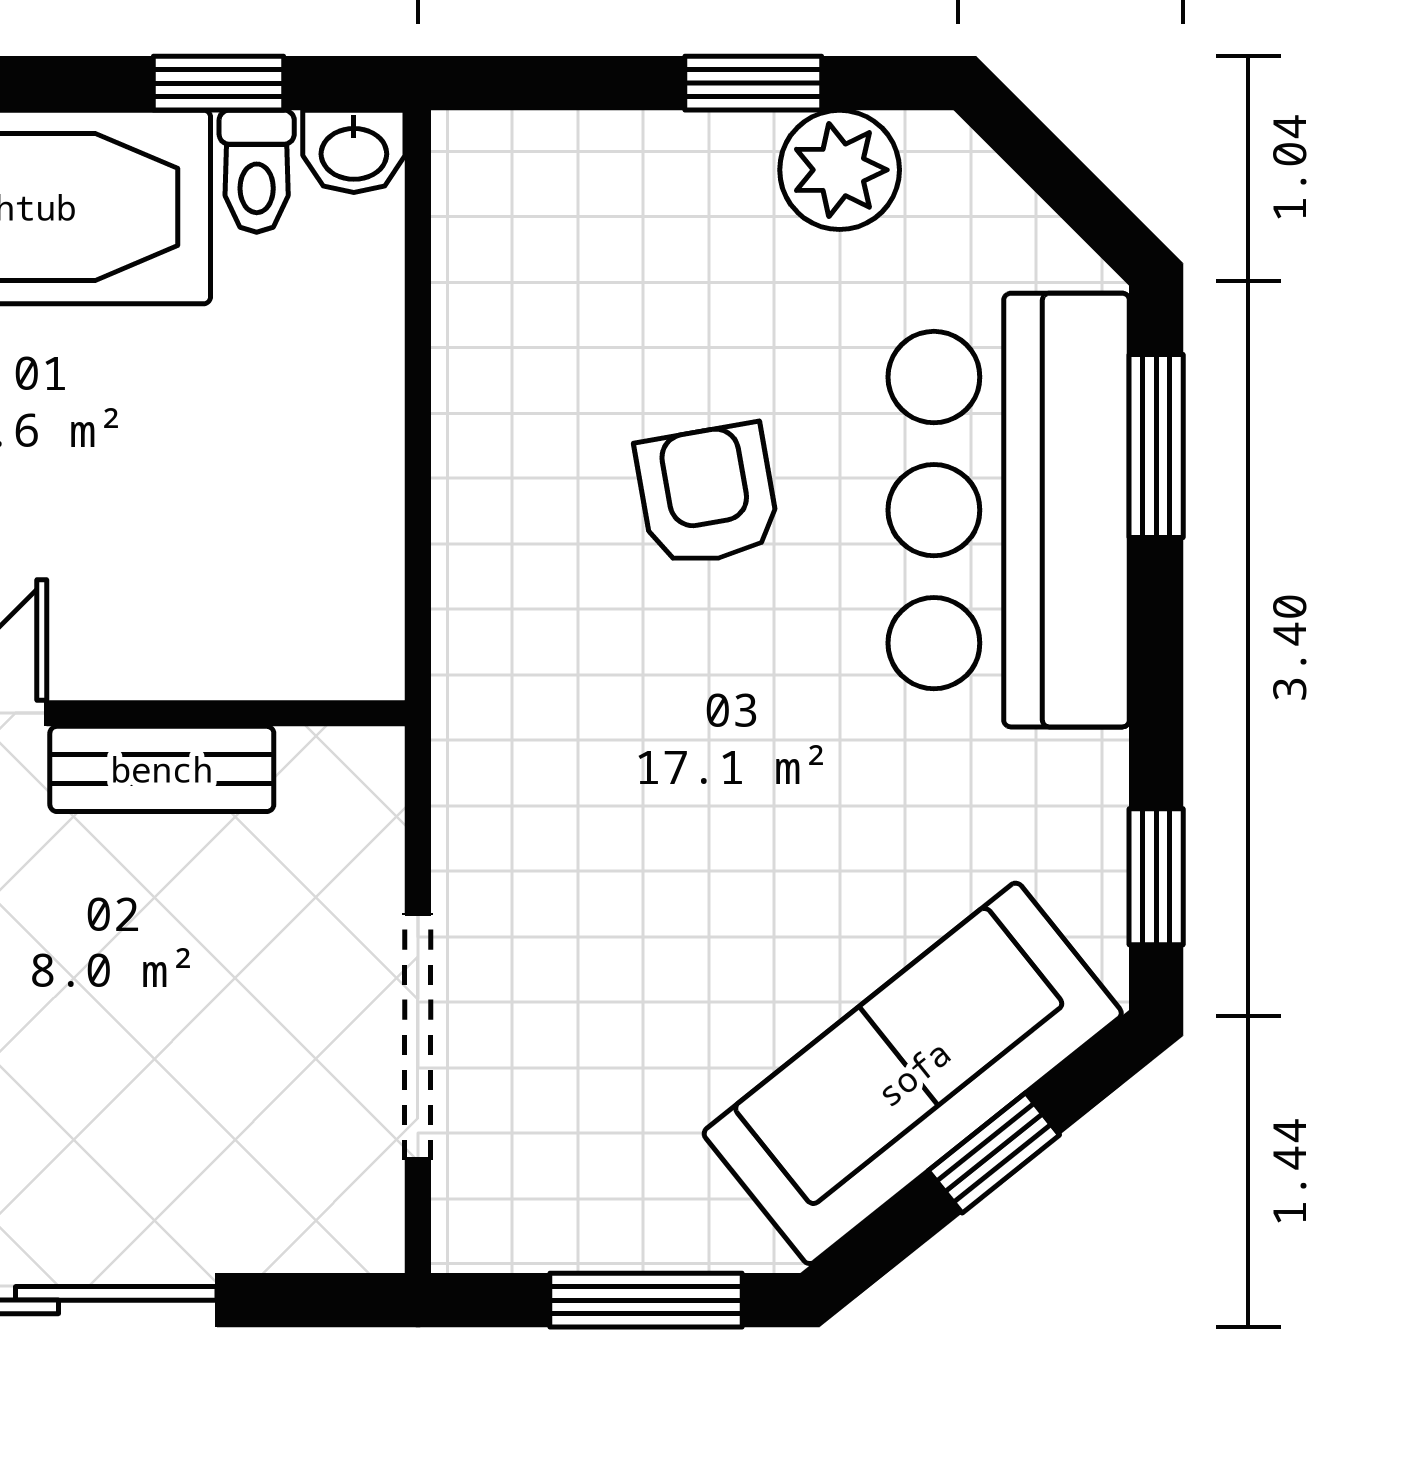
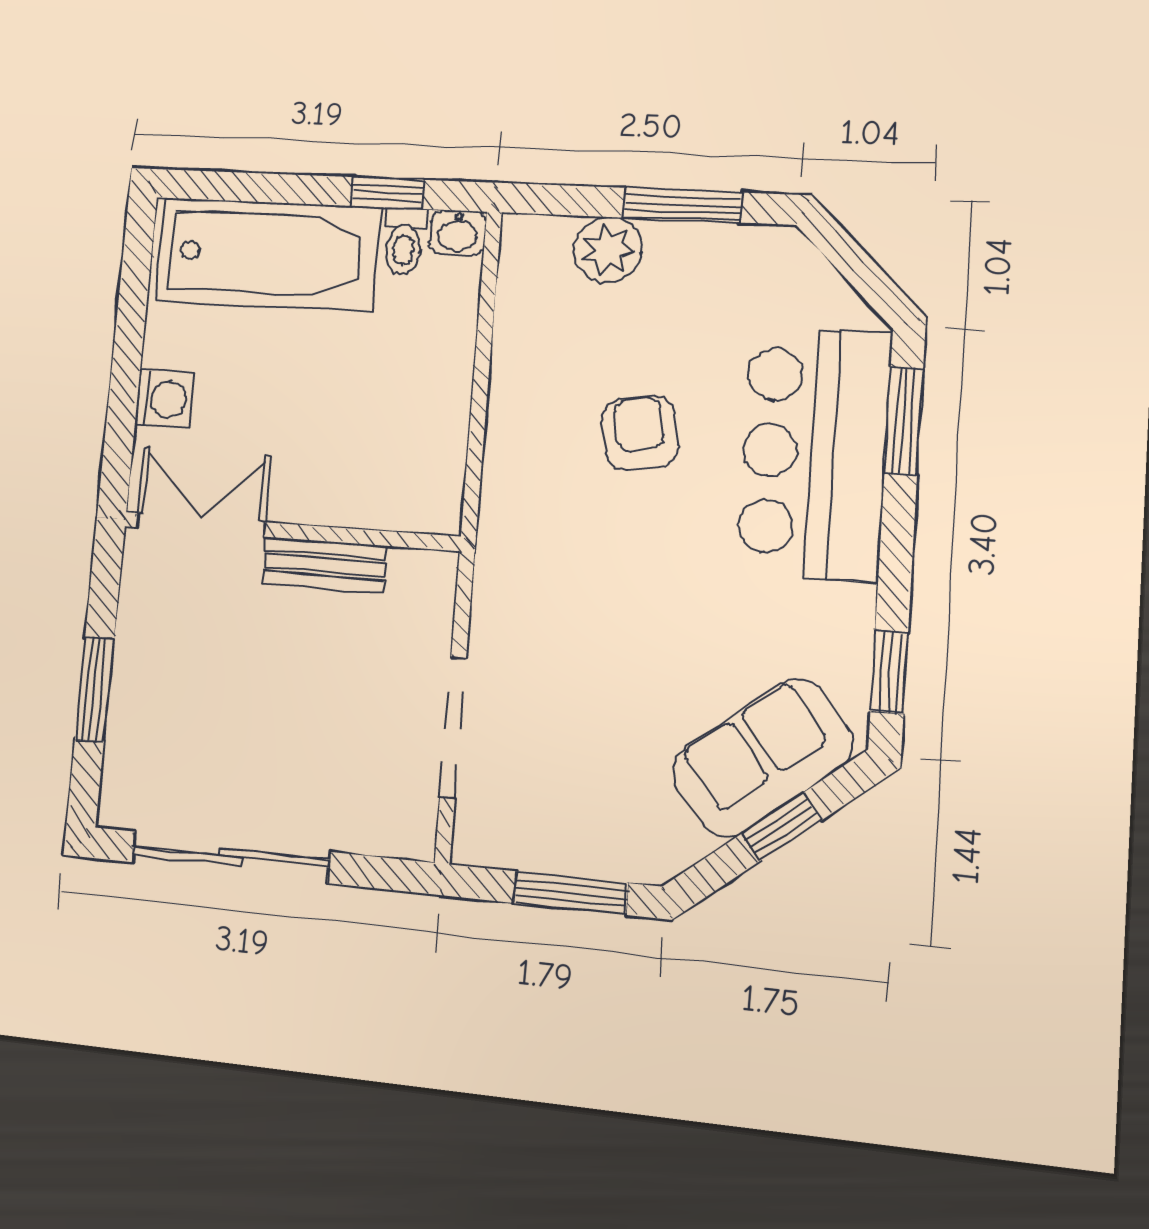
window: (753, 83) -> (682, 205), width x1.50
plant: (840, 170) -> (608, 250), moved
sofa: (913, 1073) -> (762, 758), width x0.73

